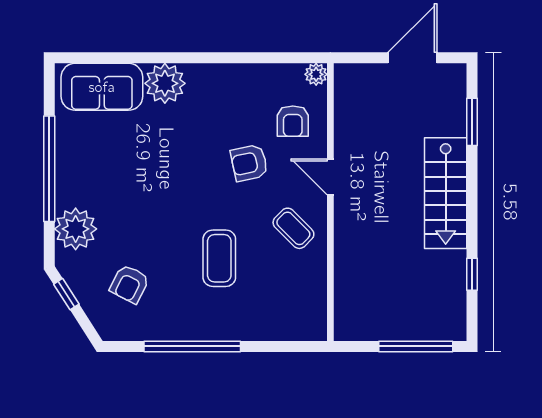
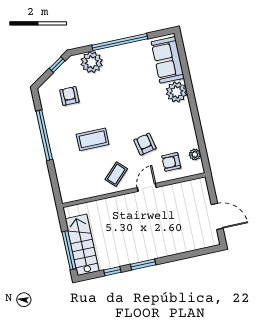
plant: (316, 74) -> (195, 154), moved
window: (472, 122) -> (143, 264), moved
stairs: (446, 193) -> (82, 245), moved, turned 90
armchair: (129, 284) -> (69, 96), turned 63

